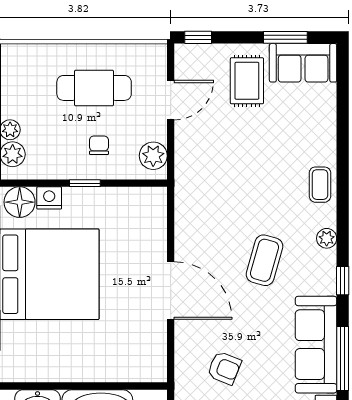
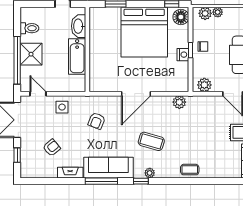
chair: (99, 145) -> (203, 47), moved
nightstand: (49, 198) -> (183, 55), moved
plant: (187, 205) -> (179, 102), added
plant: (327, 238) -> (150, 173), moved

